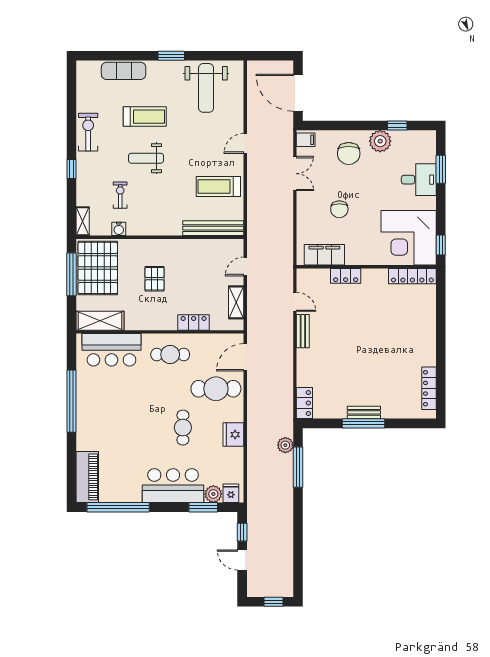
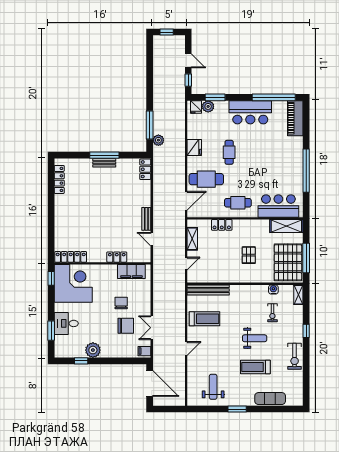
weight bench: (206, 88) -> (213, 387), width x0.73, depth x0.75
chair: (349, 153) -> (126, 326), moved, turned 90
bar counter: (173, 486) -> (250, 112), moved

